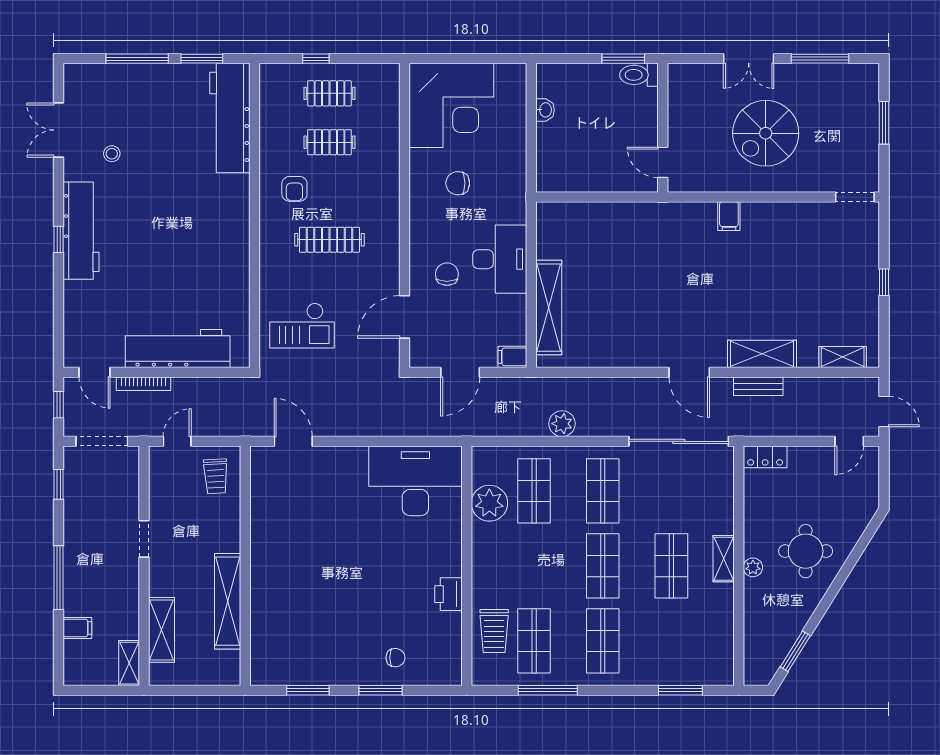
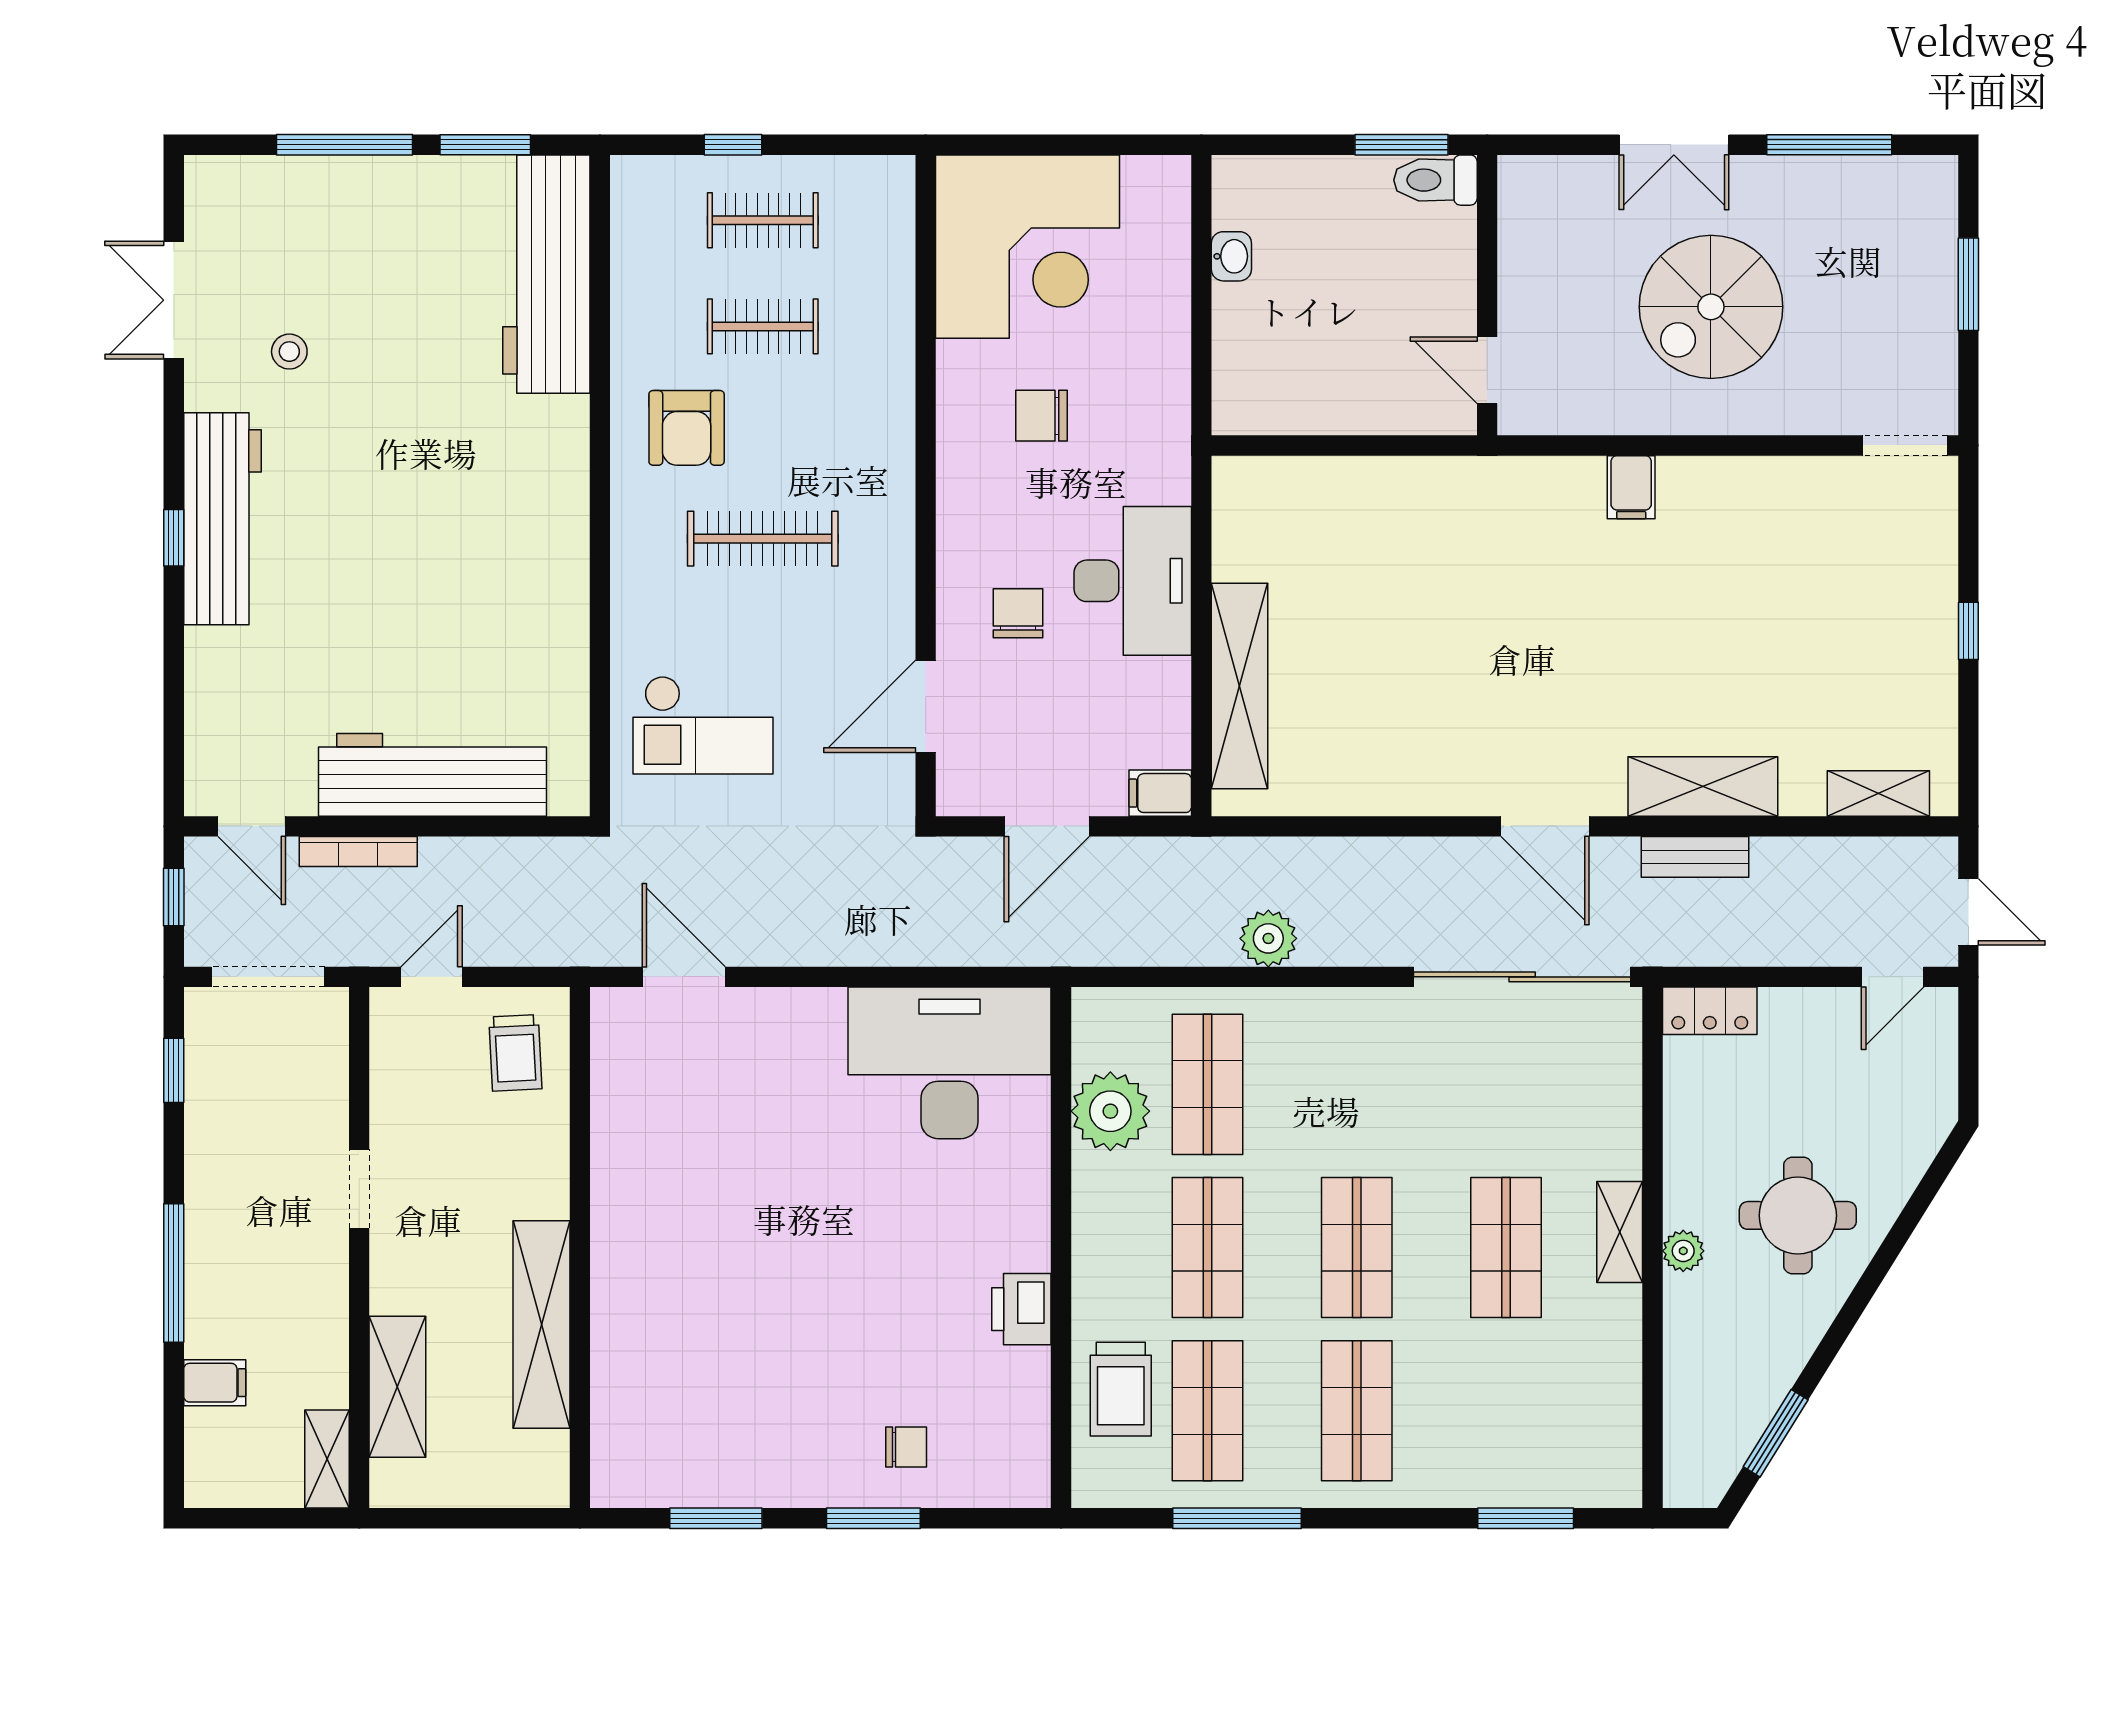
armchair: (294, 189) -> (687, 428), width x1.38, depth x1.38
shop shelf: (603, 491) -> (1208, 1248), moved

